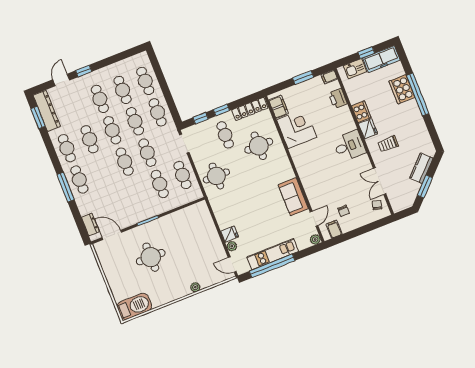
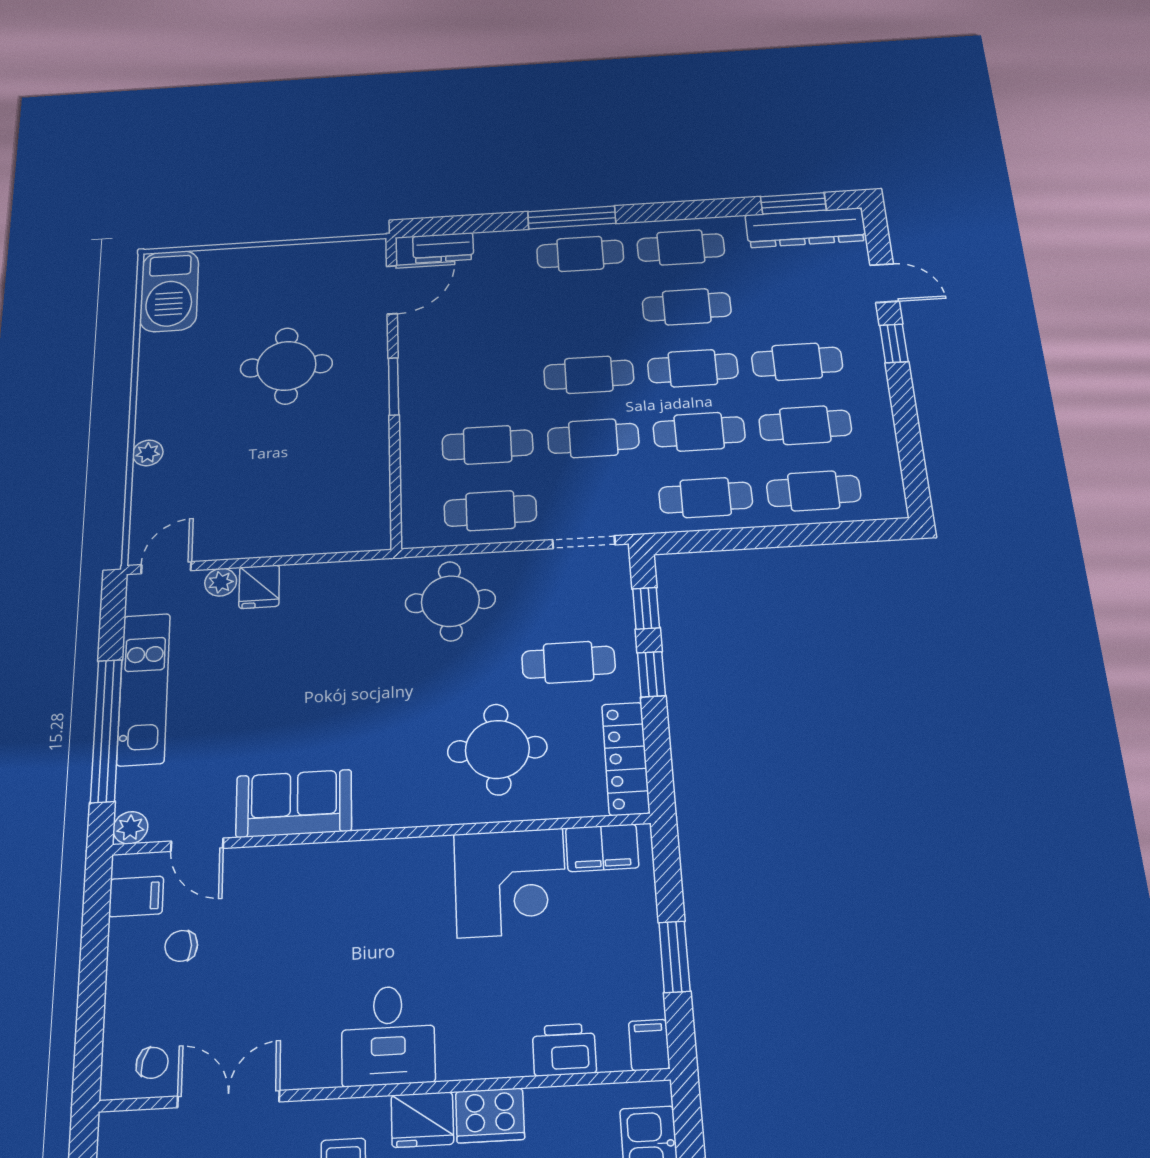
window: (272, 266) -> (106, 730), moved

